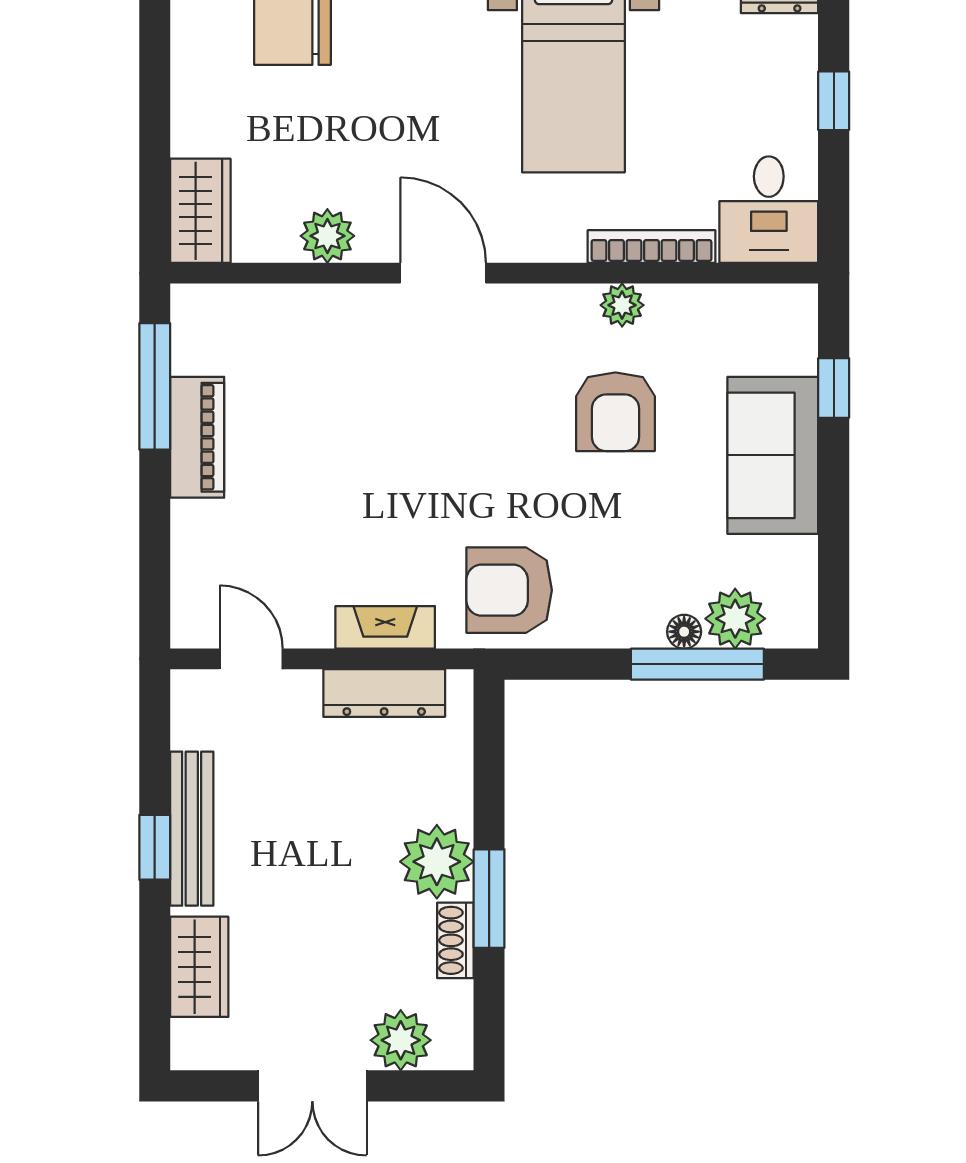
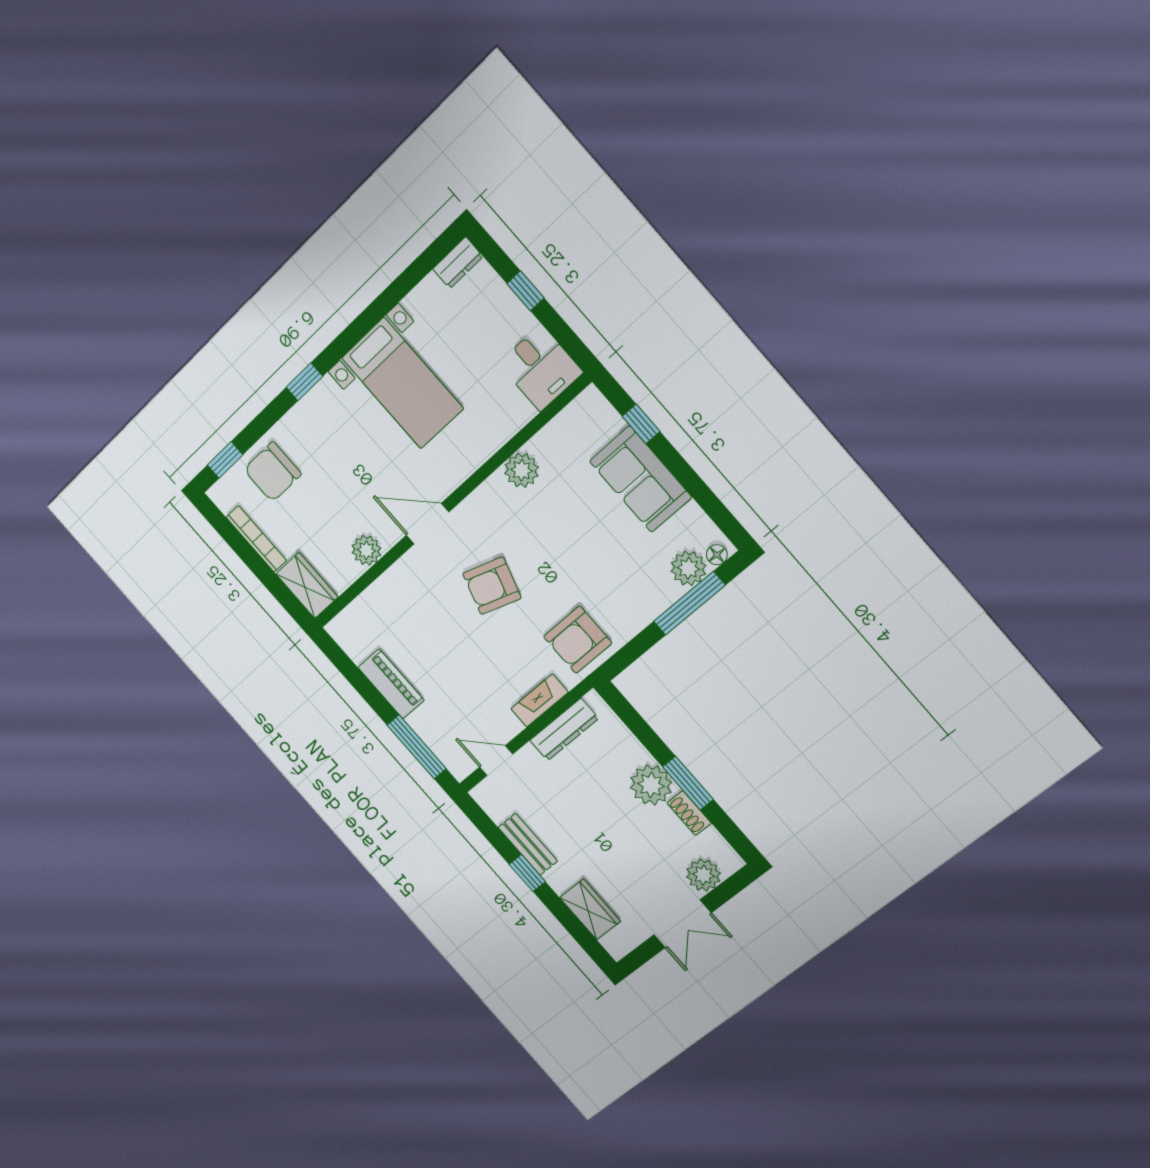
bookcase: (651, 247) -> (256, 539), moved, turned 90
plant: (622, 305) -> (522, 470), width x1.38, depth x1.38
window: (155, 386) -> (417, 747), moved
armchair: (615, 412) -> (492, 586), moved, turned 108
floor lamp: (684, 632) -> (717, 555), moved
bench: (192, 829) -> (528, 844), width x0.73

